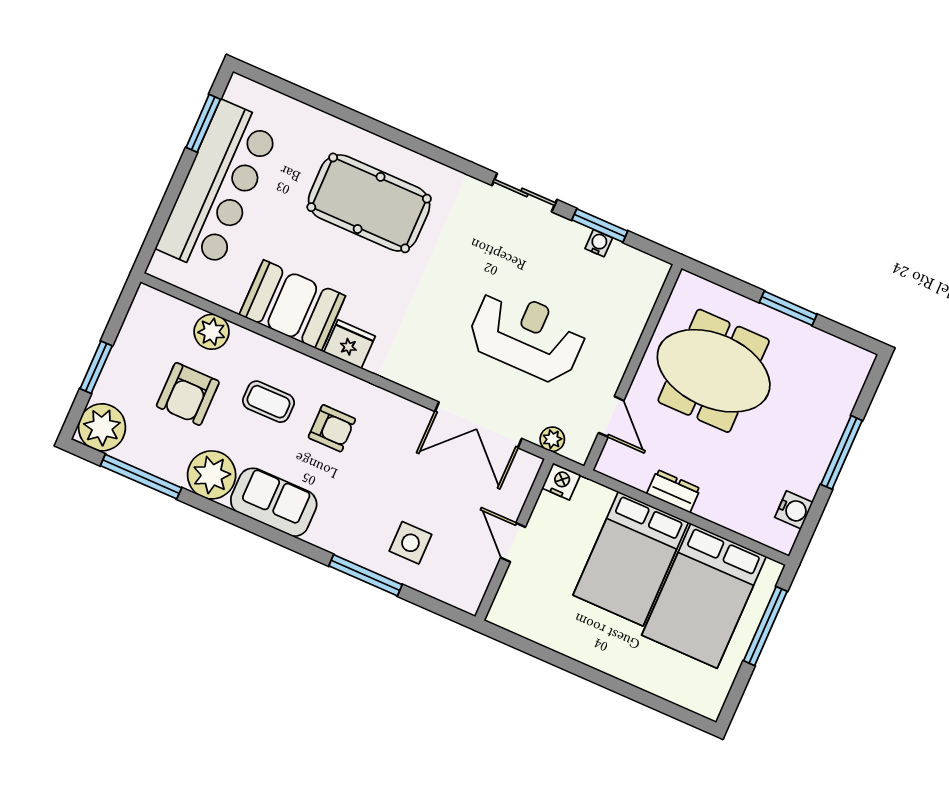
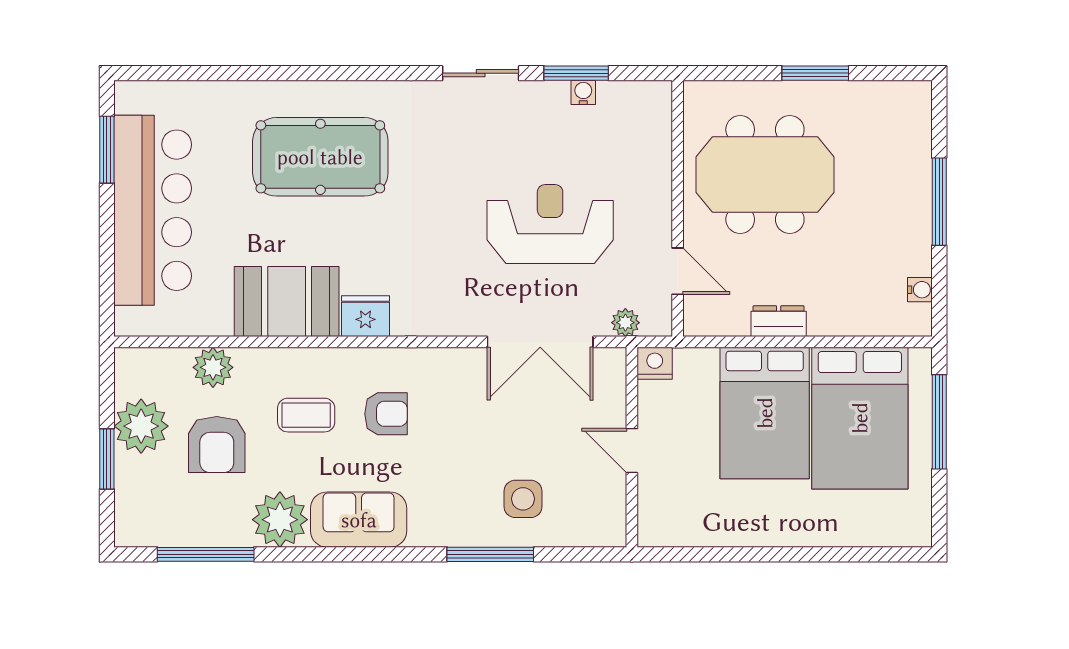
plant: (102, 427) -> (141, 426), moved
water cooler: (794, 510) -> (920, 290), width x0.72, depth x0.72

